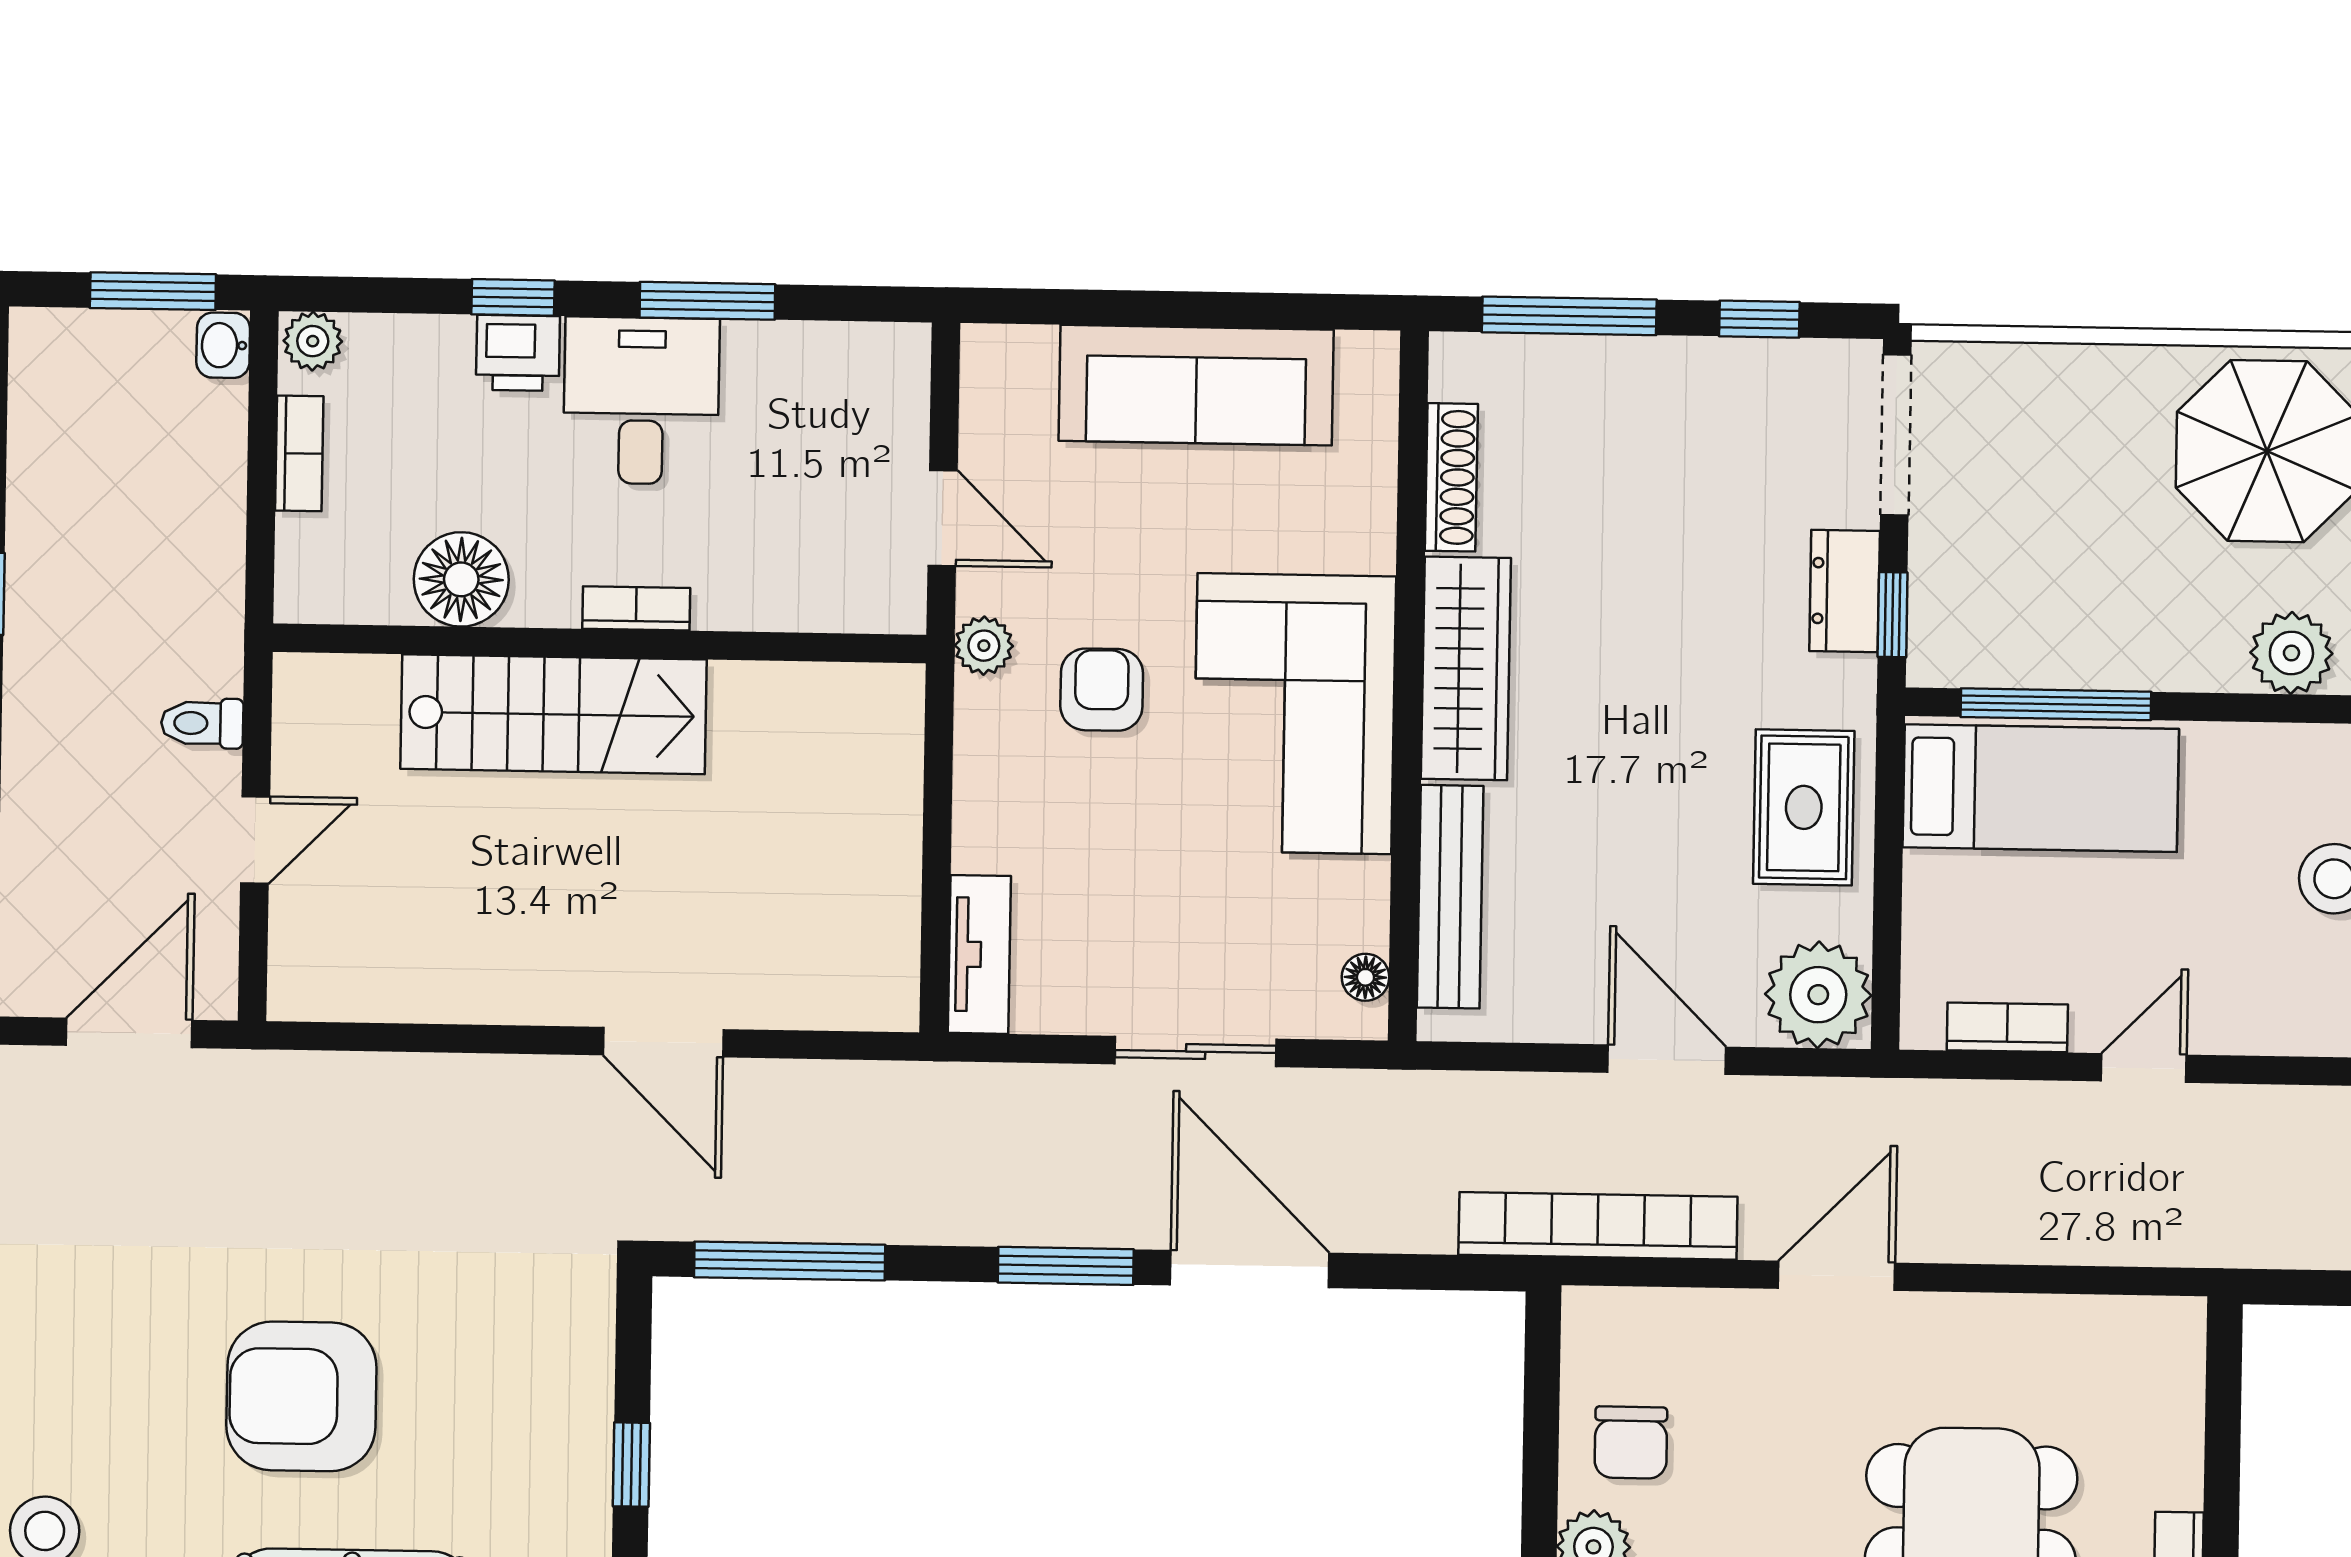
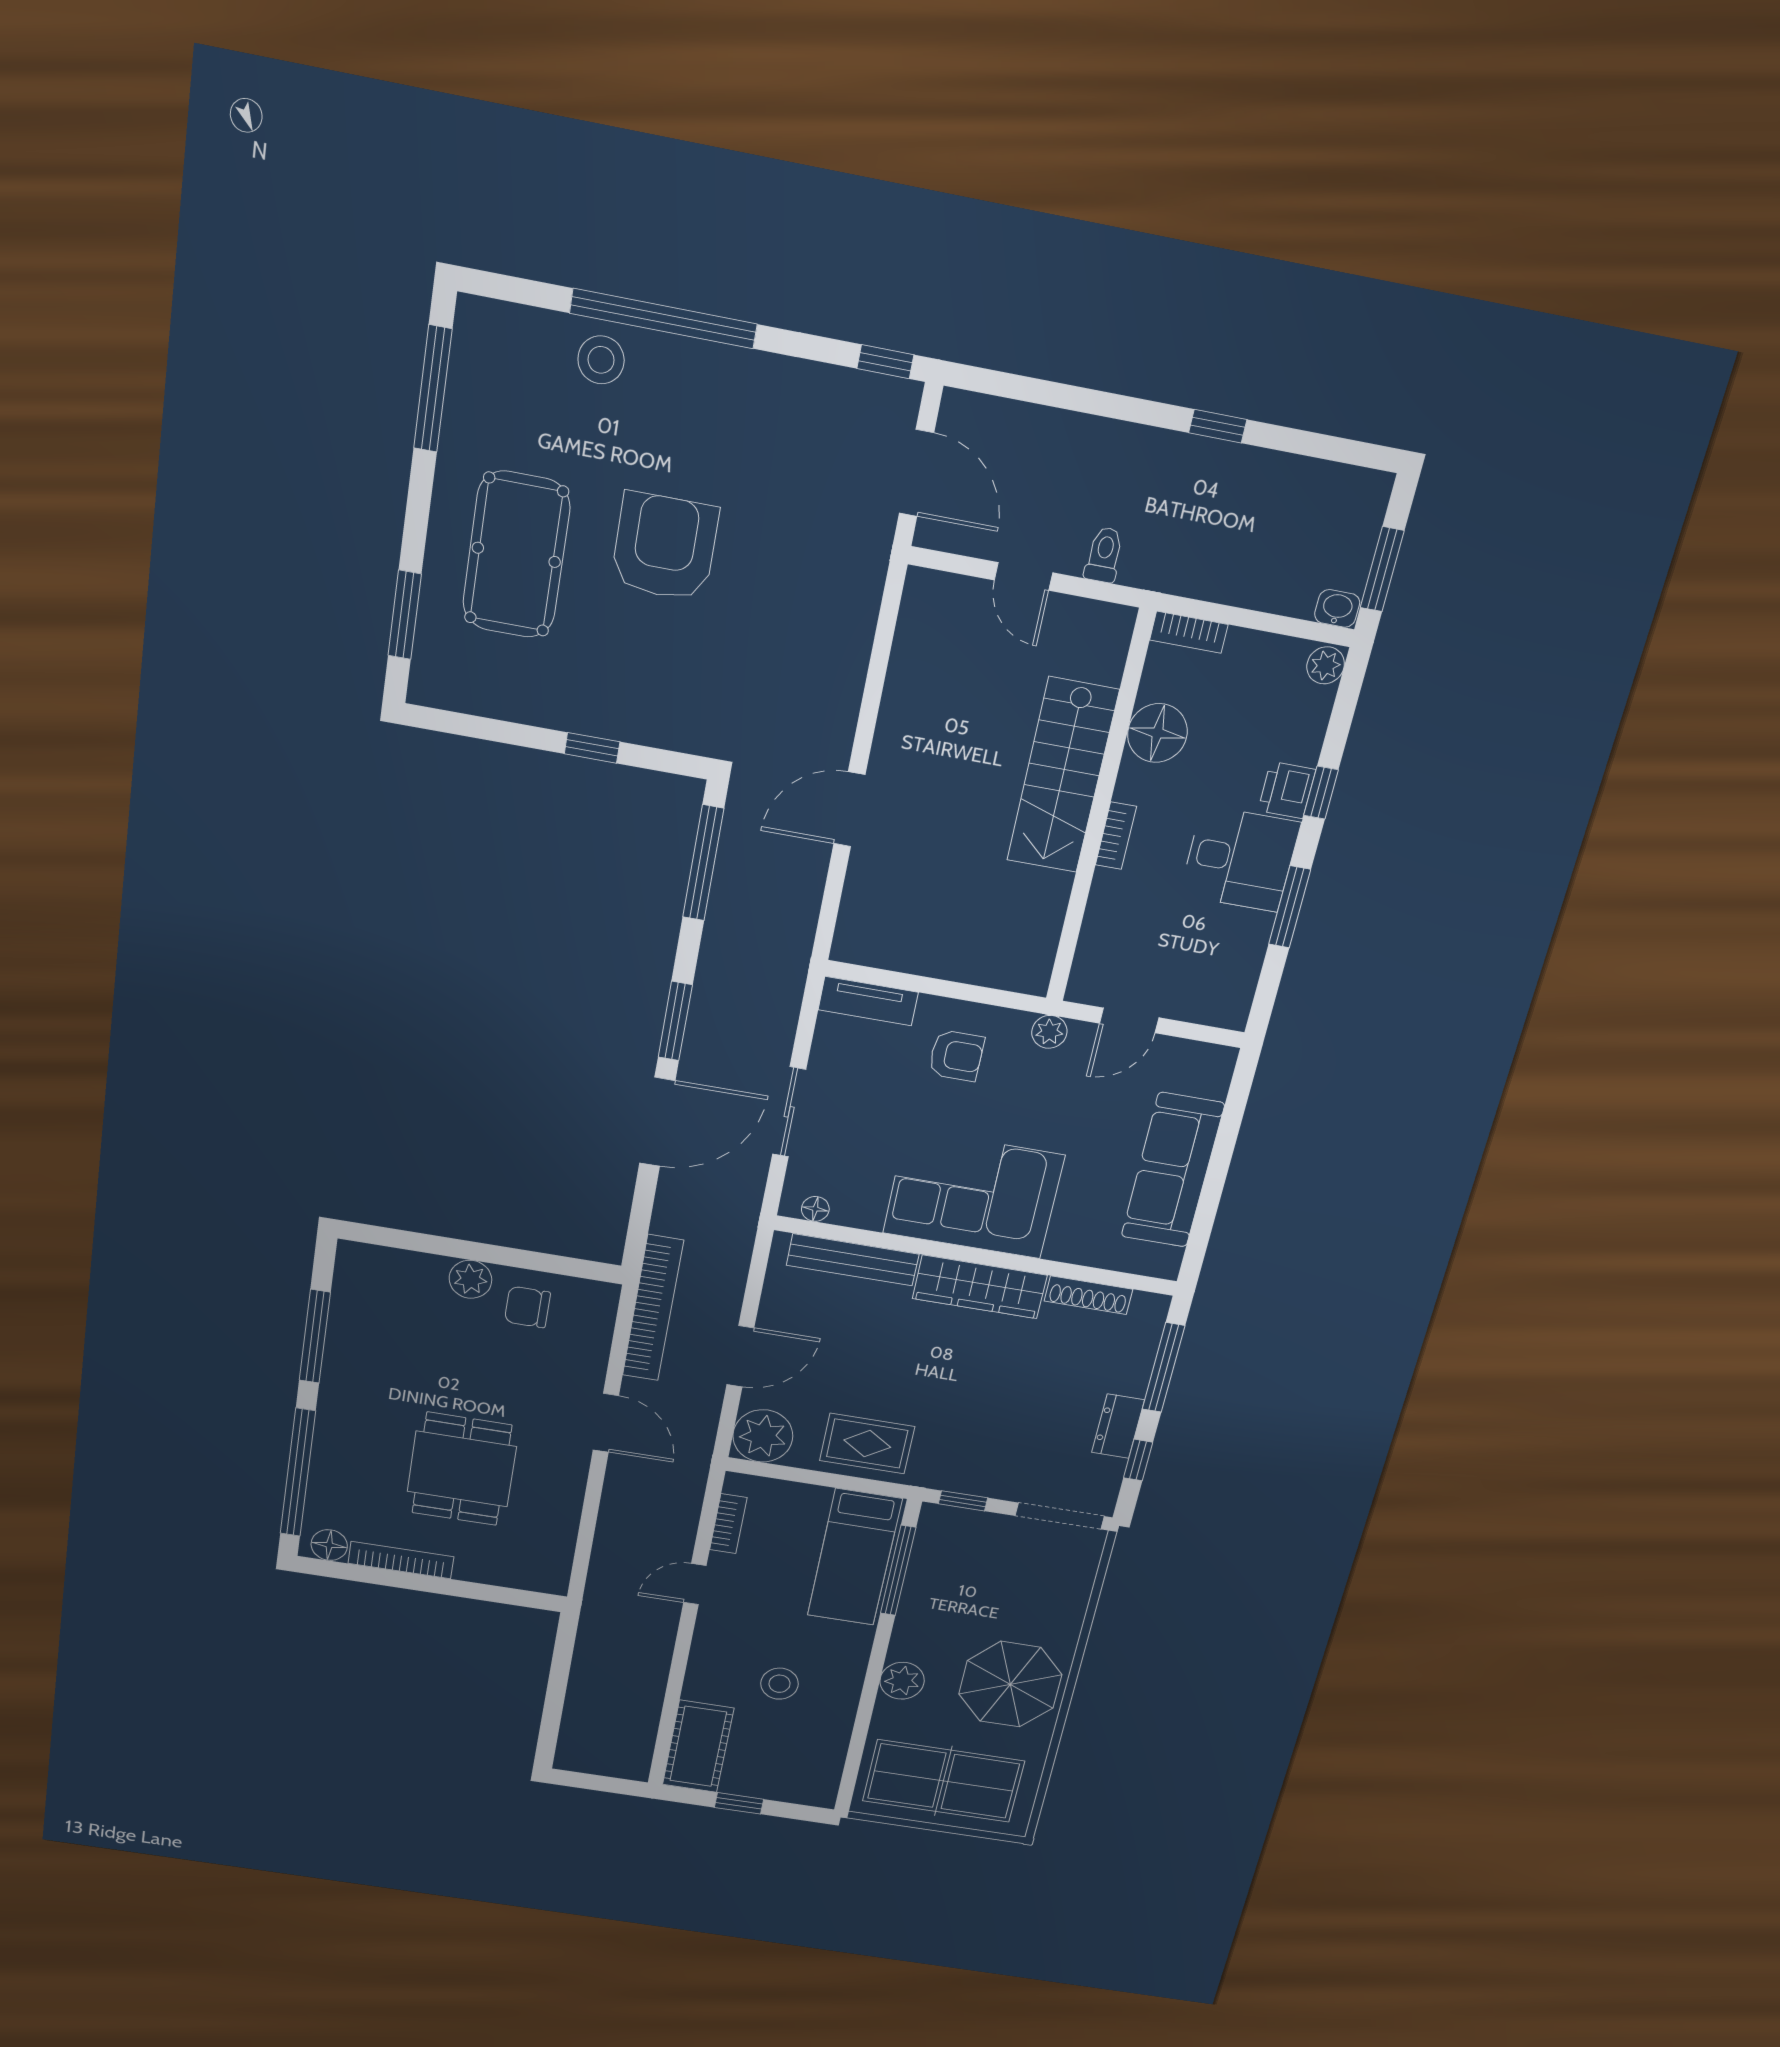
bookcase: (299, 453) -> (1189, 632), moved
dresser: (1845, 591) -> (1118, 1426), moved, turned -90
armchair: (1102, 690) -> (956, 1056), moved
door: (2144, 1068) -> (695, 1584), swing flipped

